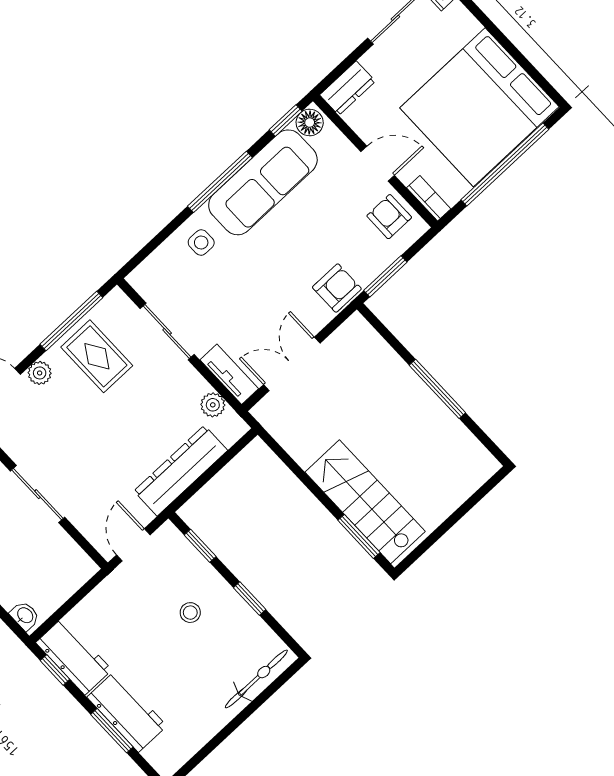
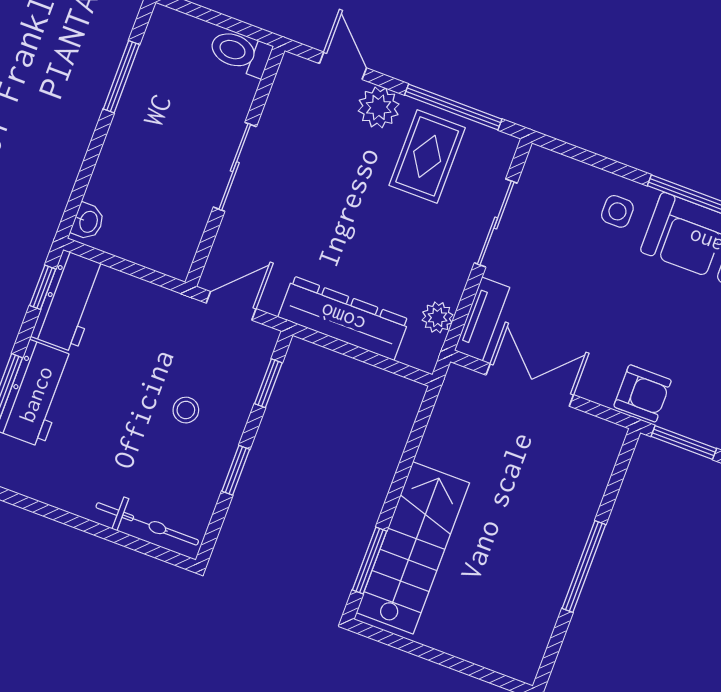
plant: (40, 373) -> (379, 107), width x1.38, depth x1.38

